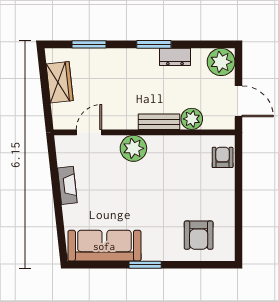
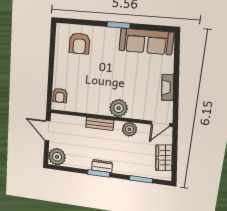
dresser: (175, 57) -> (102, 166), moved
plant: (192, 119) -> (129, 129), moved
door: (89, 132) -> (161, 124), moved
armchair: (199, 235) -> (79, 44), turned 180

